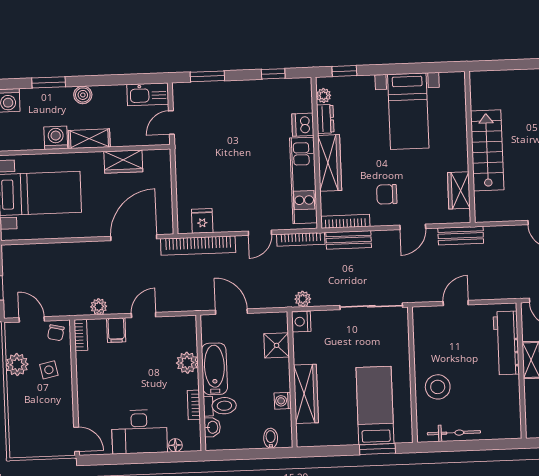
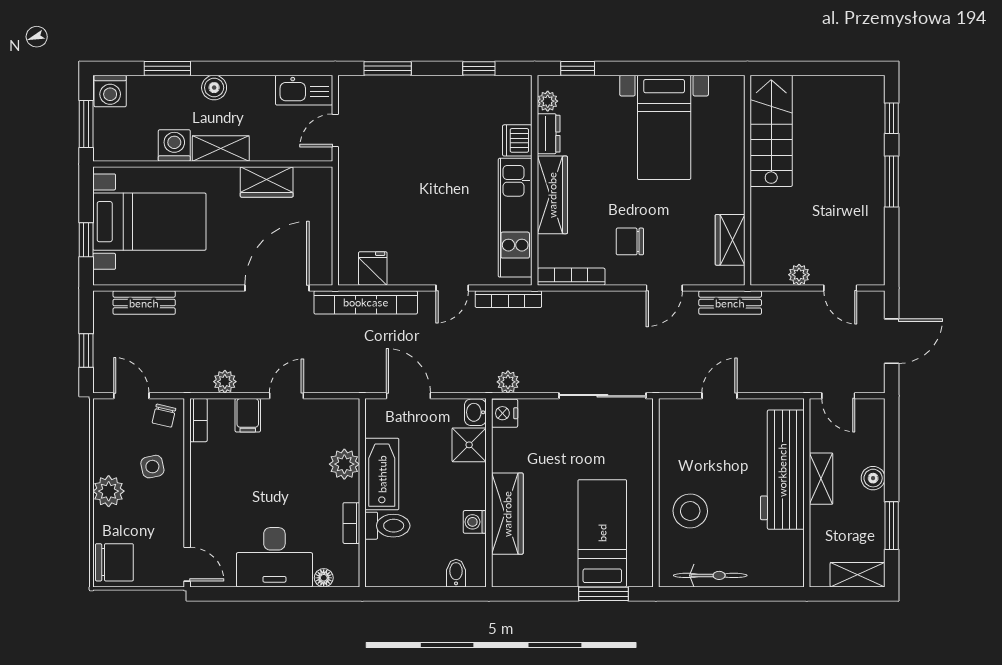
stairs: (487, 150) -> (771, 131), moved
plant: (510, 214) -> (799, 275), added
bench: (349, 240) -> (144, 303), moved
workbench: (506, 343) -> (782, 470), width x1.36, depth x1.32
plant: (17, 365) -> (109, 491), moved
washbasin: (212, 427) -> (475, 412), moved, turned 180
chair: (24, 440) -> (114, 562), added

